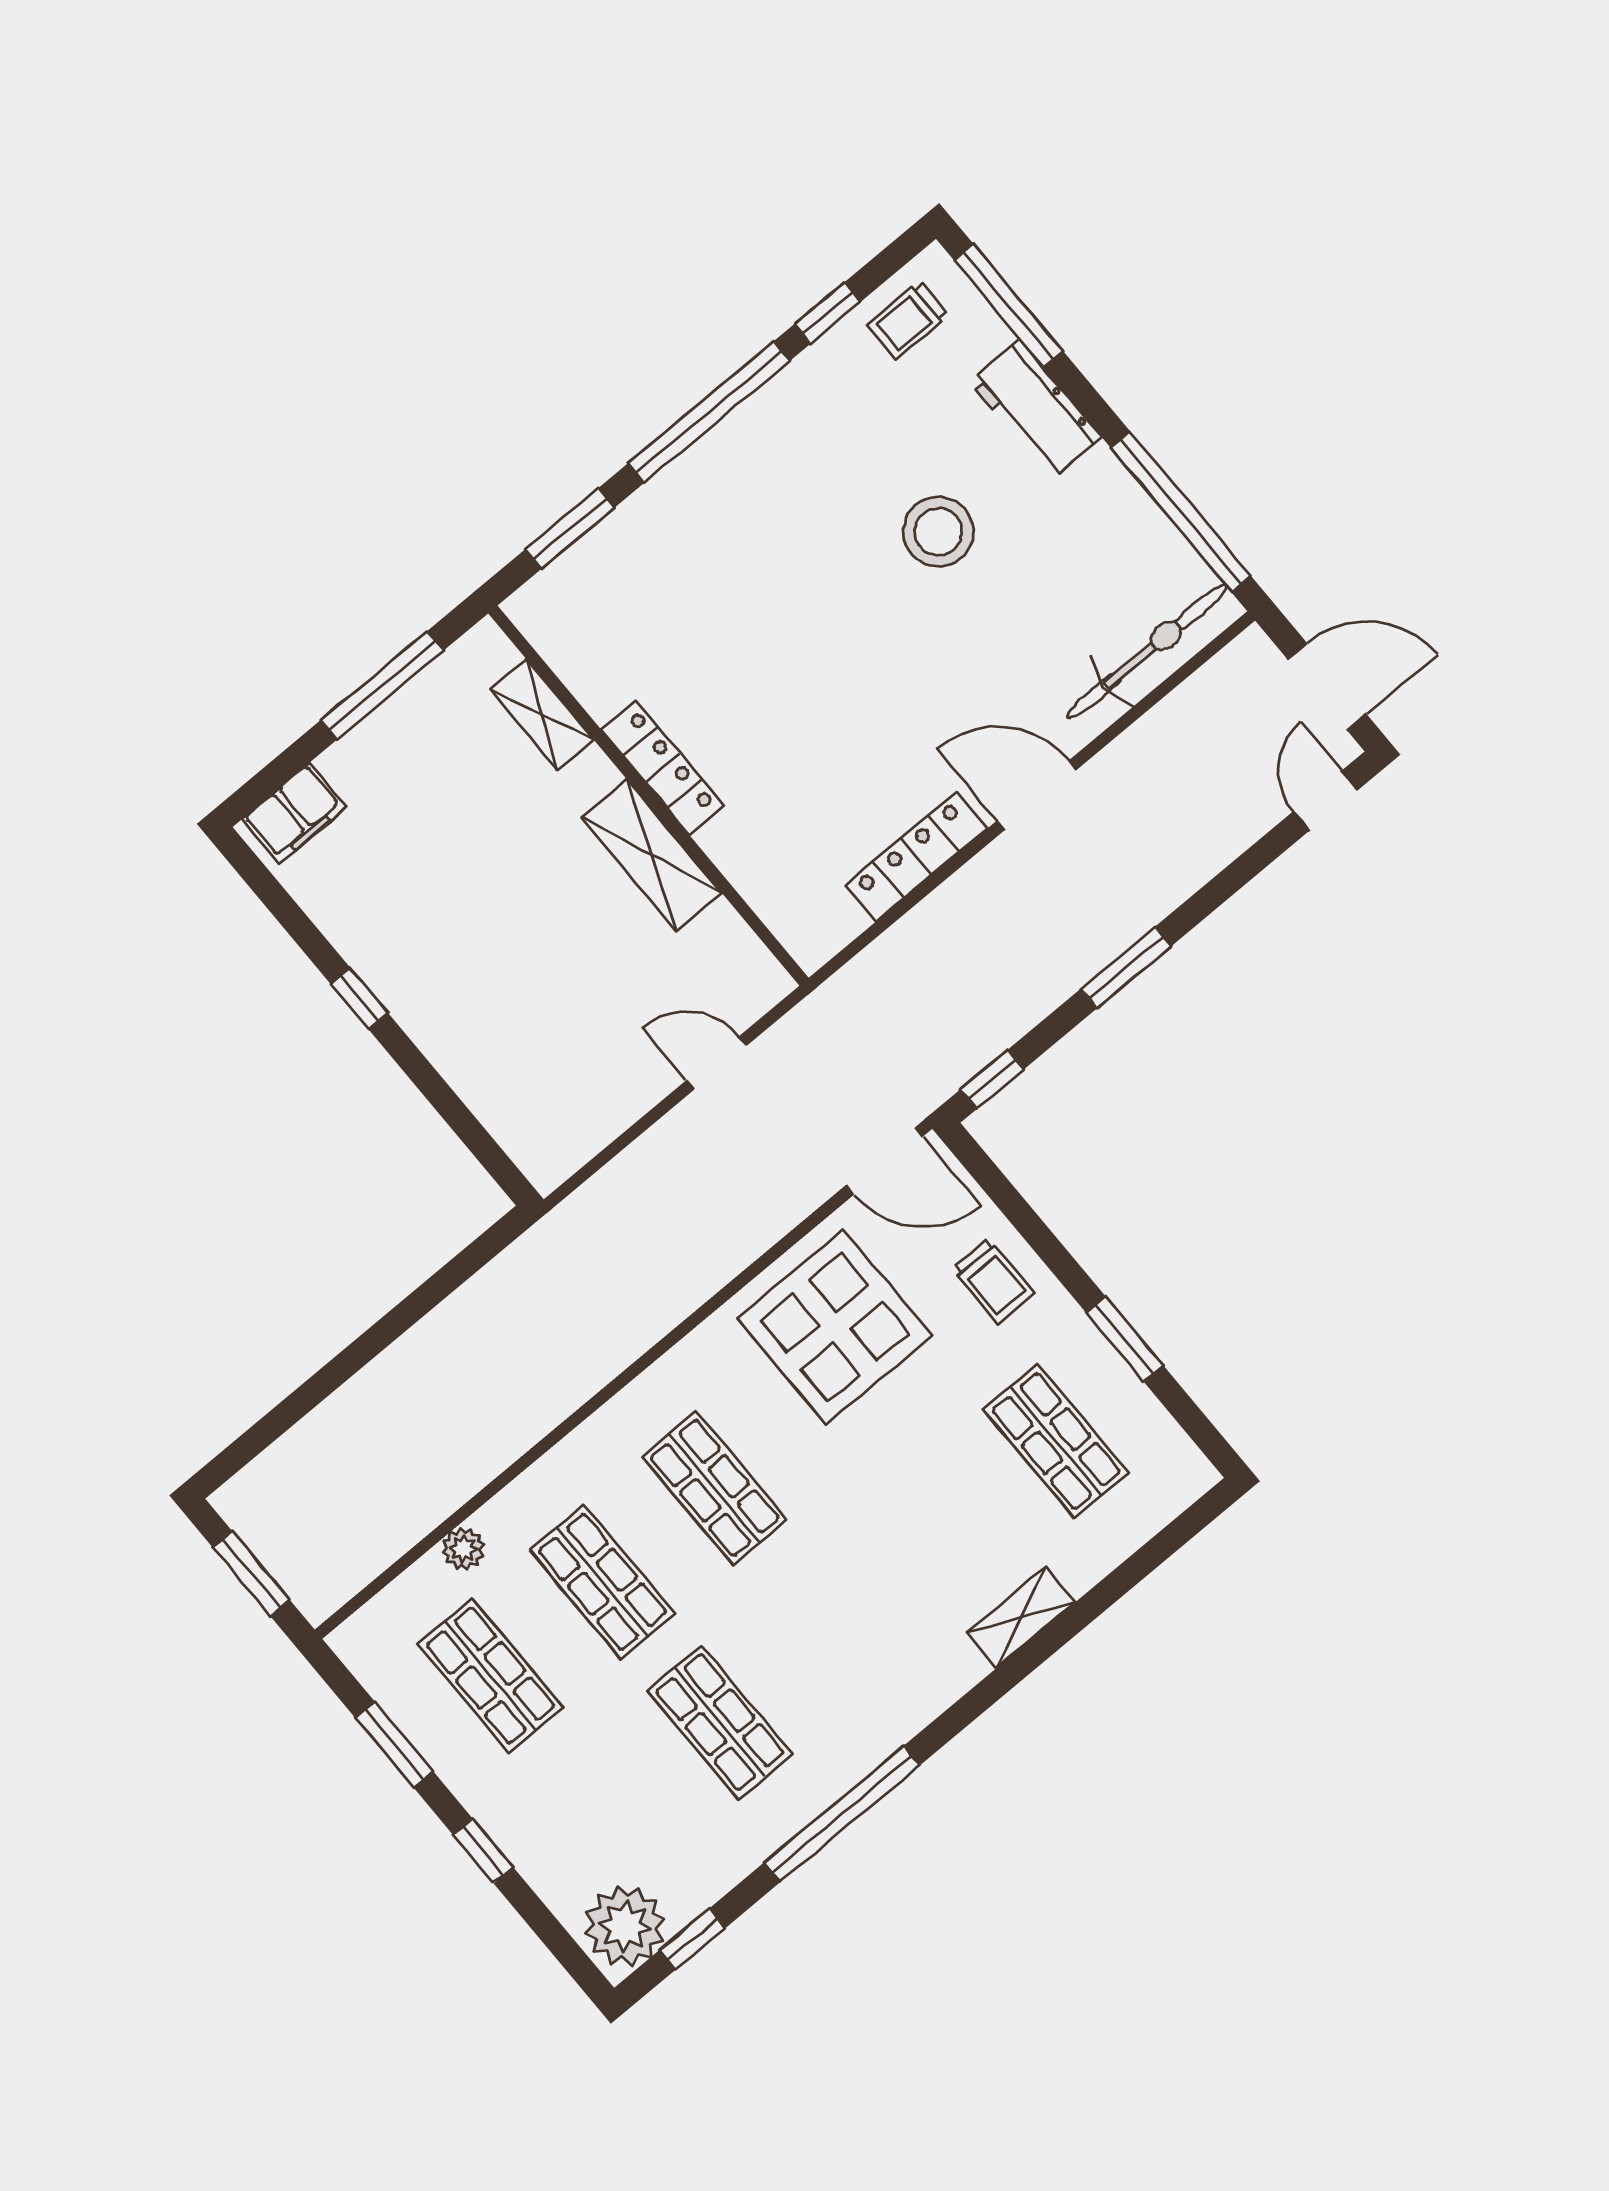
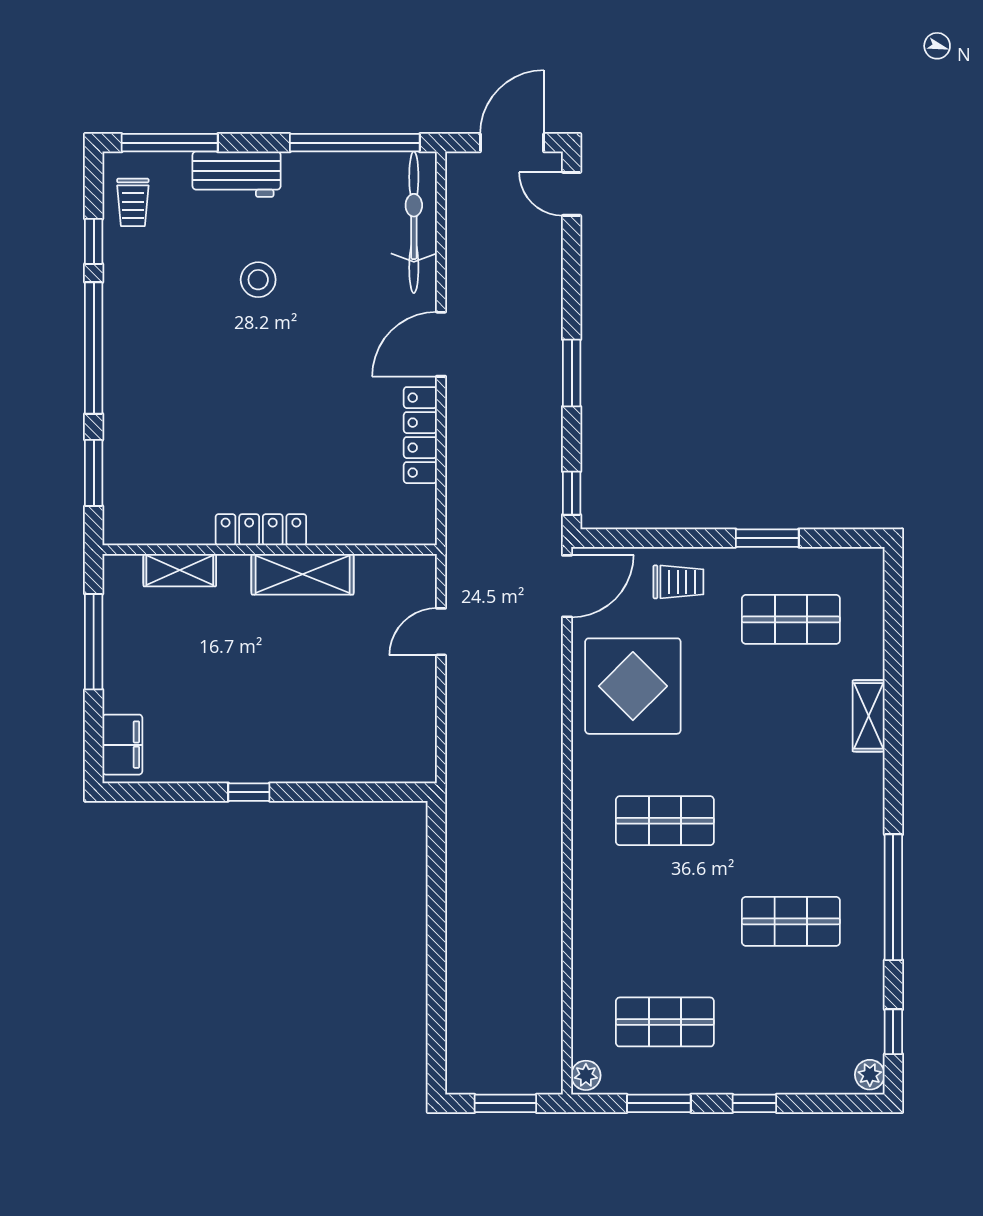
stool: (938, 532) -> (258, 280), width x0.73, depth x0.73
plant: (463, 1549) -> (586, 1075), moved
shop shelf: (602, 1582) -> (665, 921), removed
plant: (625, 1926) -> (870, 1075), width x0.53, depth x0.53

